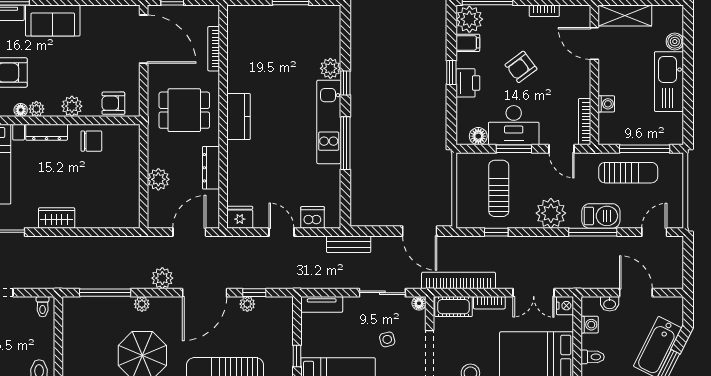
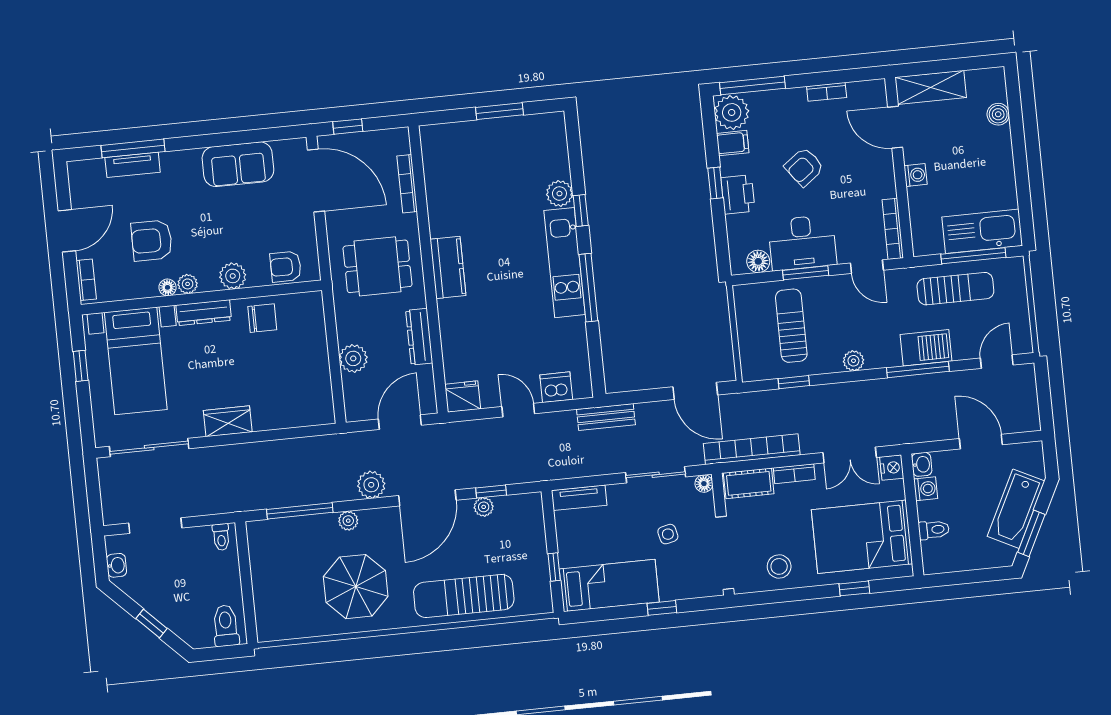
sofa: (53, 20) -> (238, 164), moved
kitchen sink: (669, 82) -> (982, 231), moved, turned 90
washing machine: (606, 104) -> (915, 175), moved
plant: (551, 213) -> (853, 361), width x0.53, depth x0.53
washbasin: (610, 304) -> (922, 464), moved, turned -90

